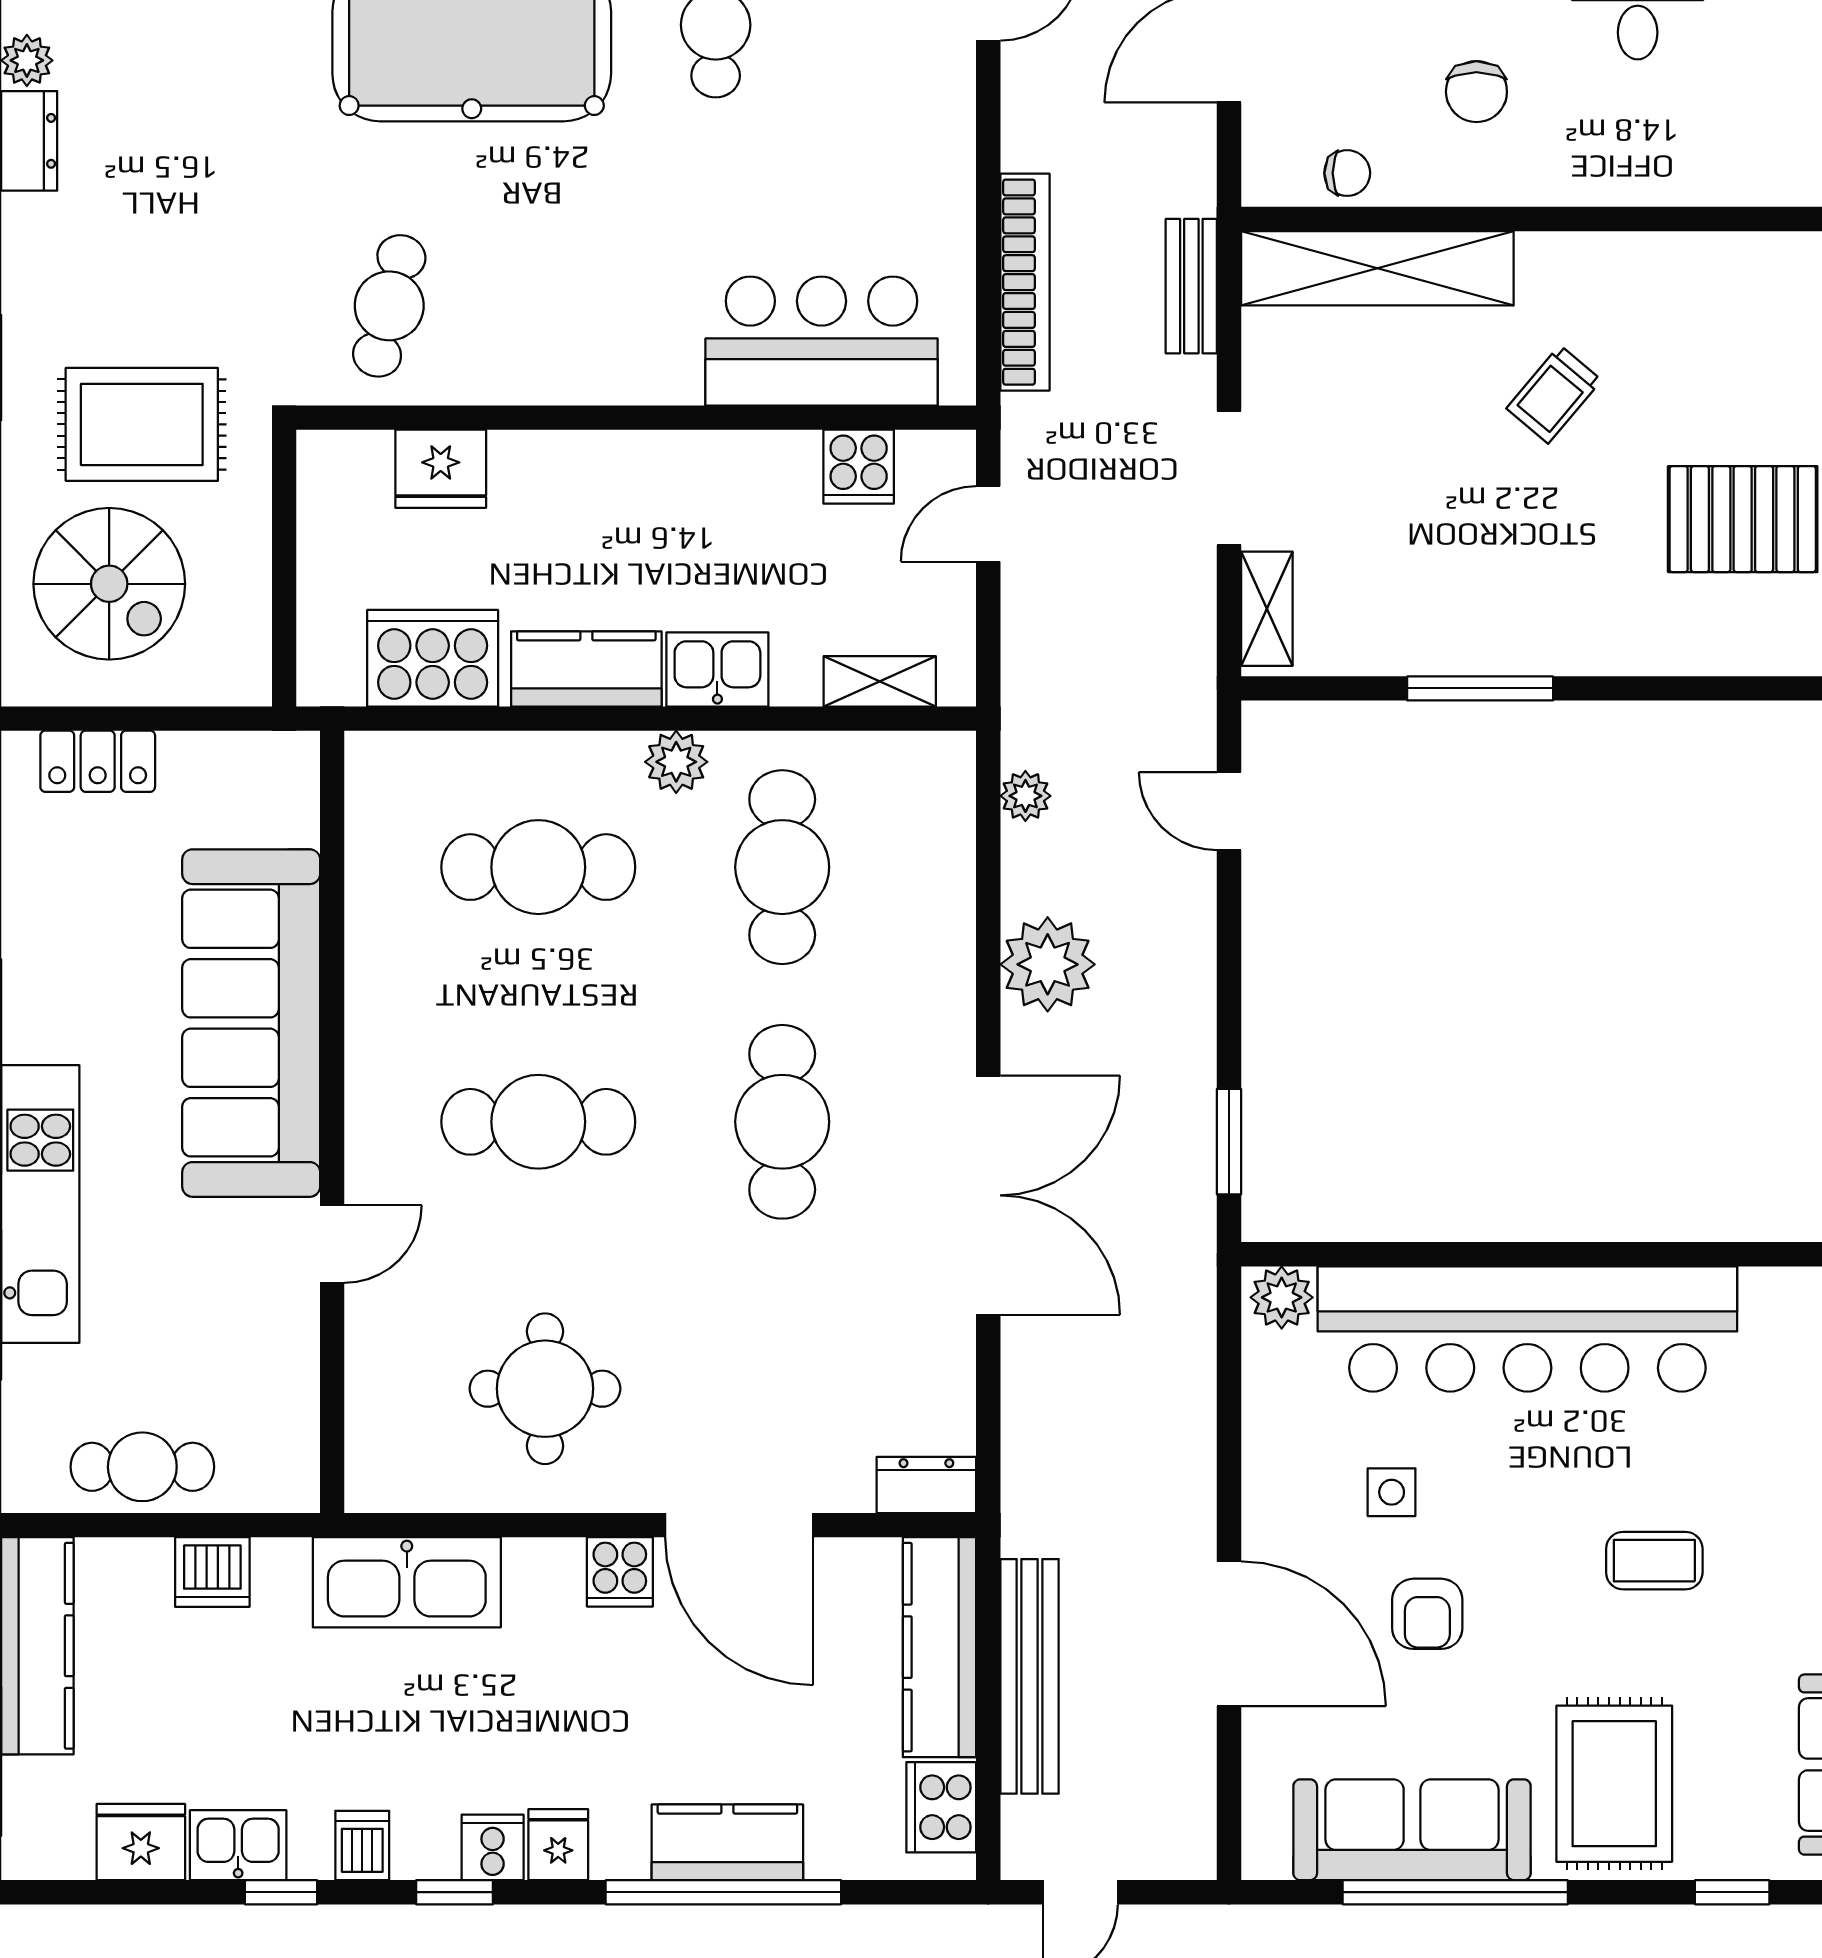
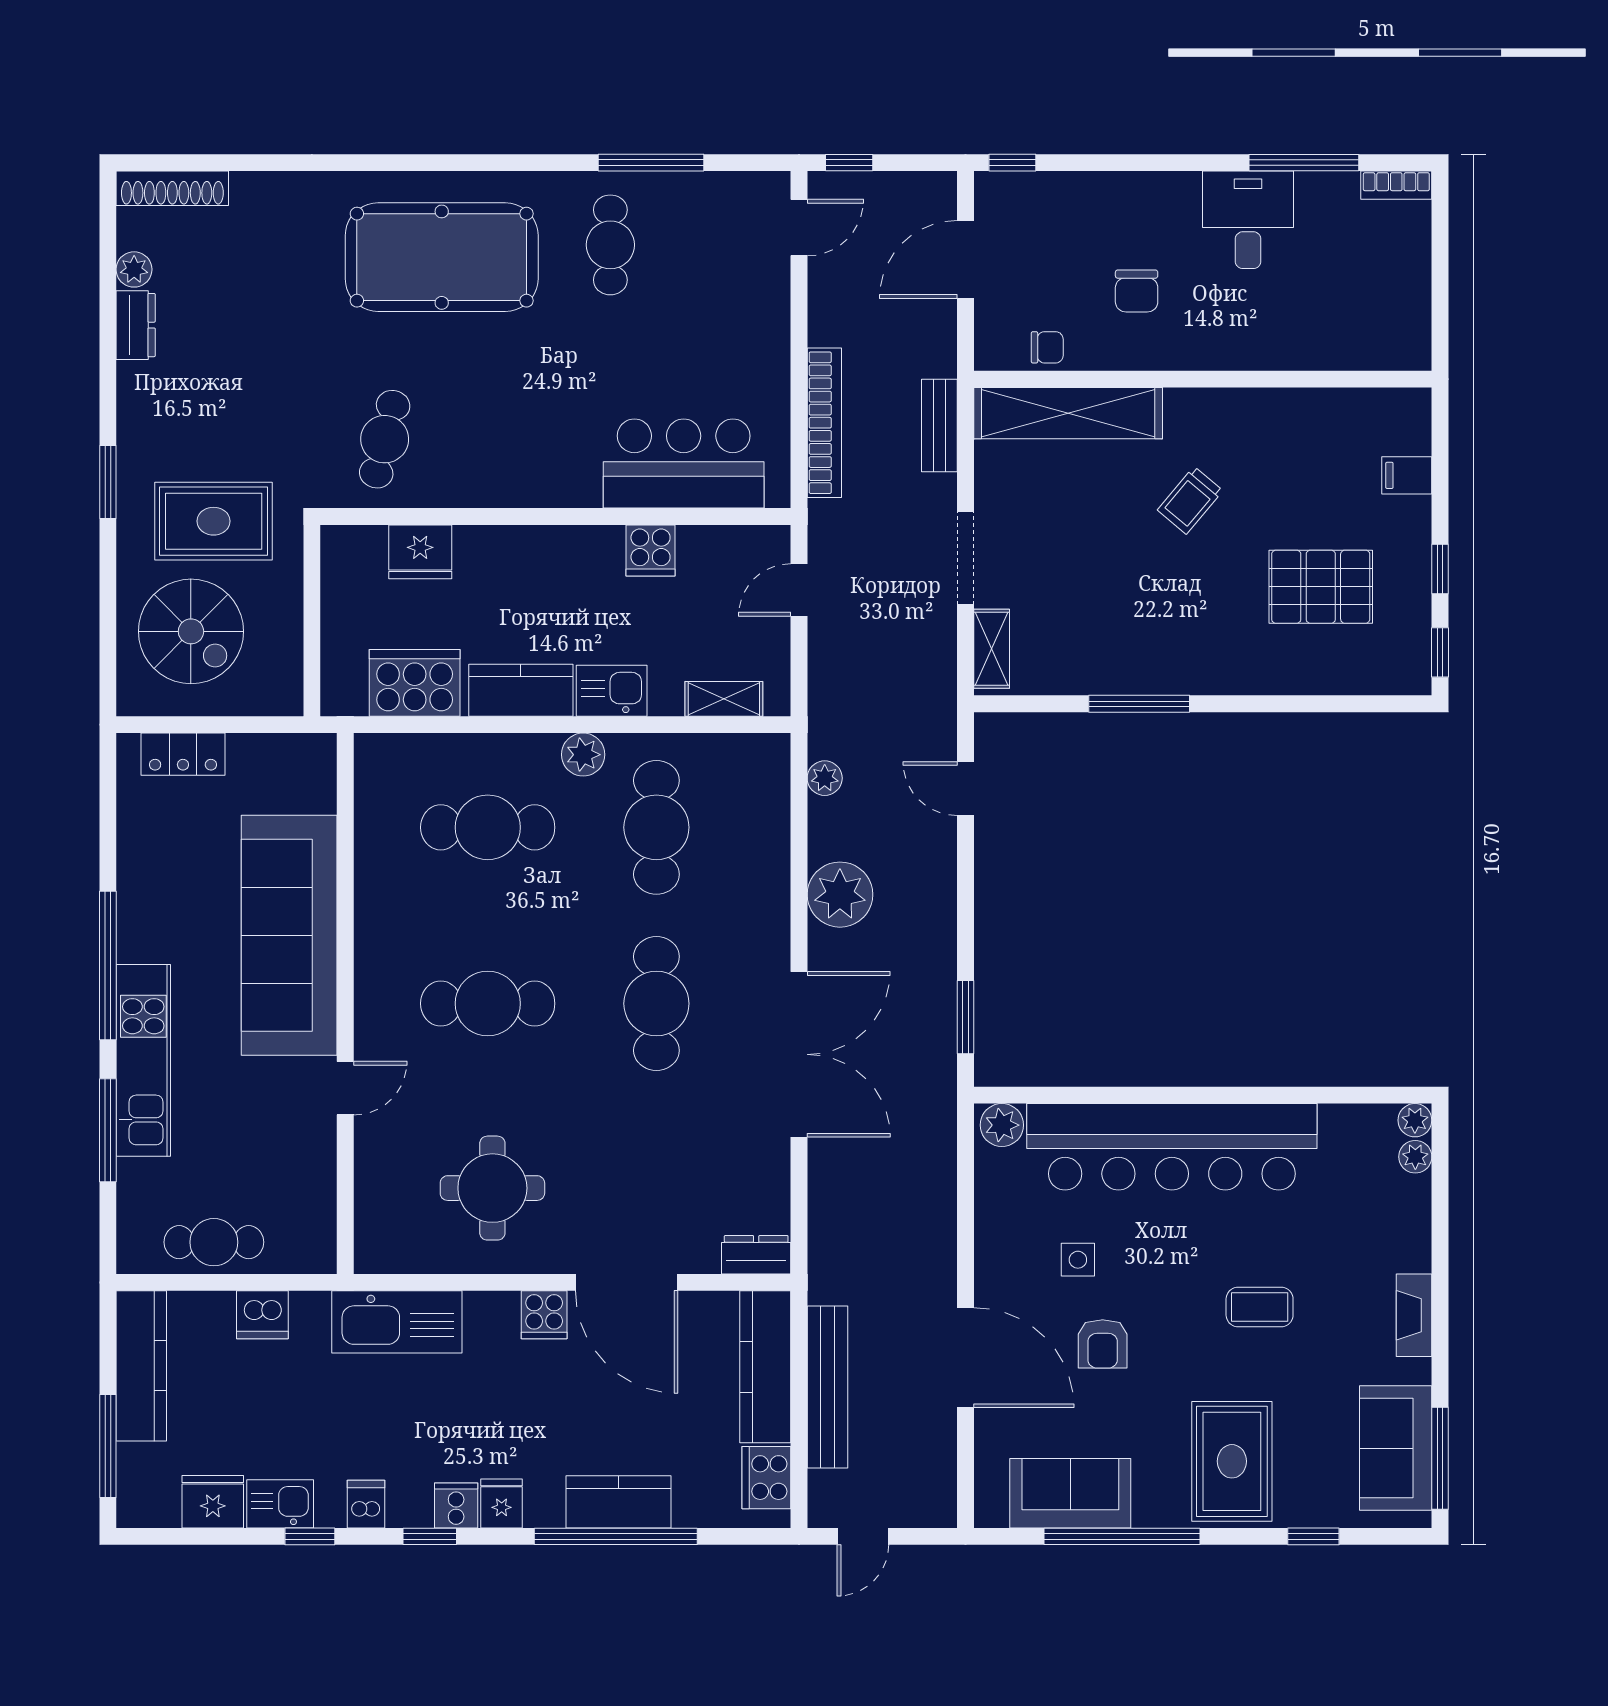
cooker: (859, 467) -> (651, 550), moved
sofa: (1412, 1830) -> (1070, 1493), width x0.73

